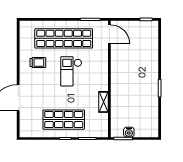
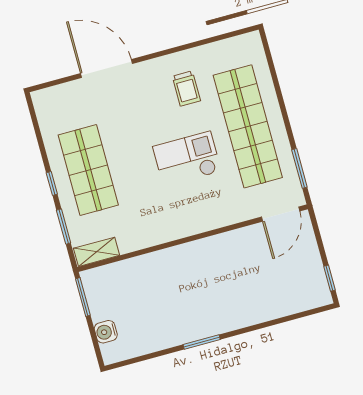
shelving: (103, 102) -> (97, 252), moved
water cooler: (129, 132) -> (106, 332), moved

